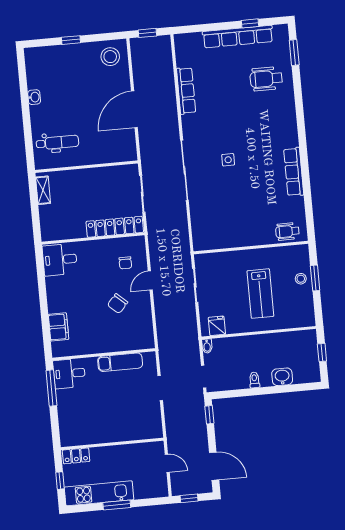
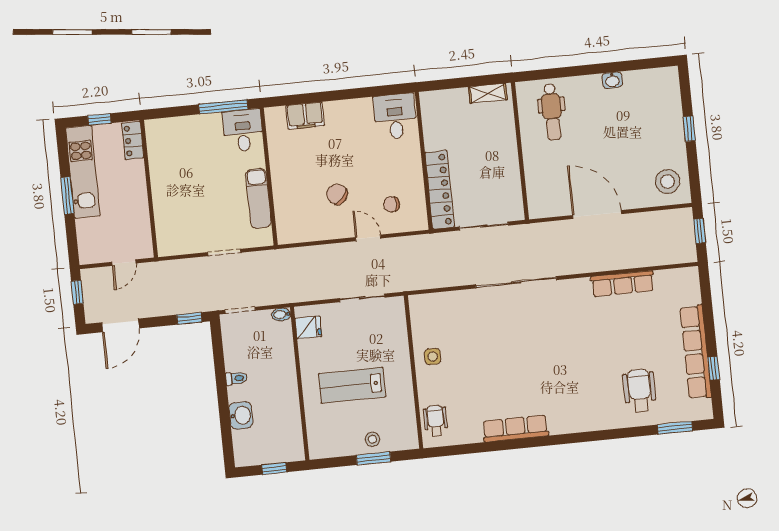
side table: (228, 160) -> (433, 357), moved

